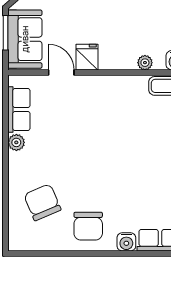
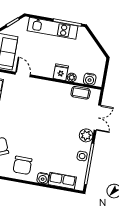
fridge: (87, 57) -> (61, 72), moved

